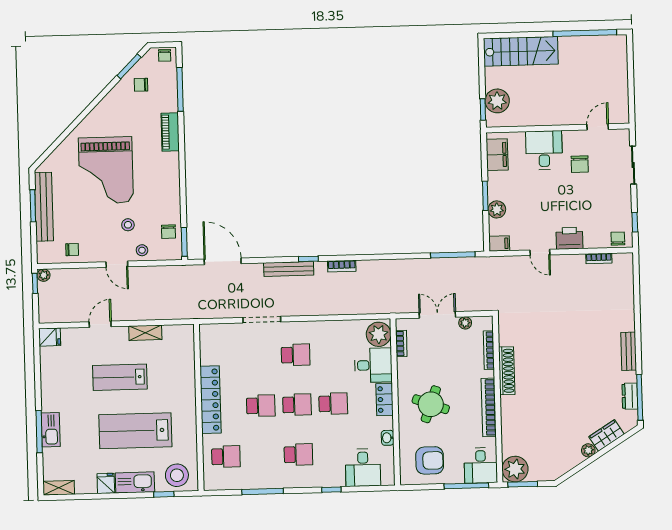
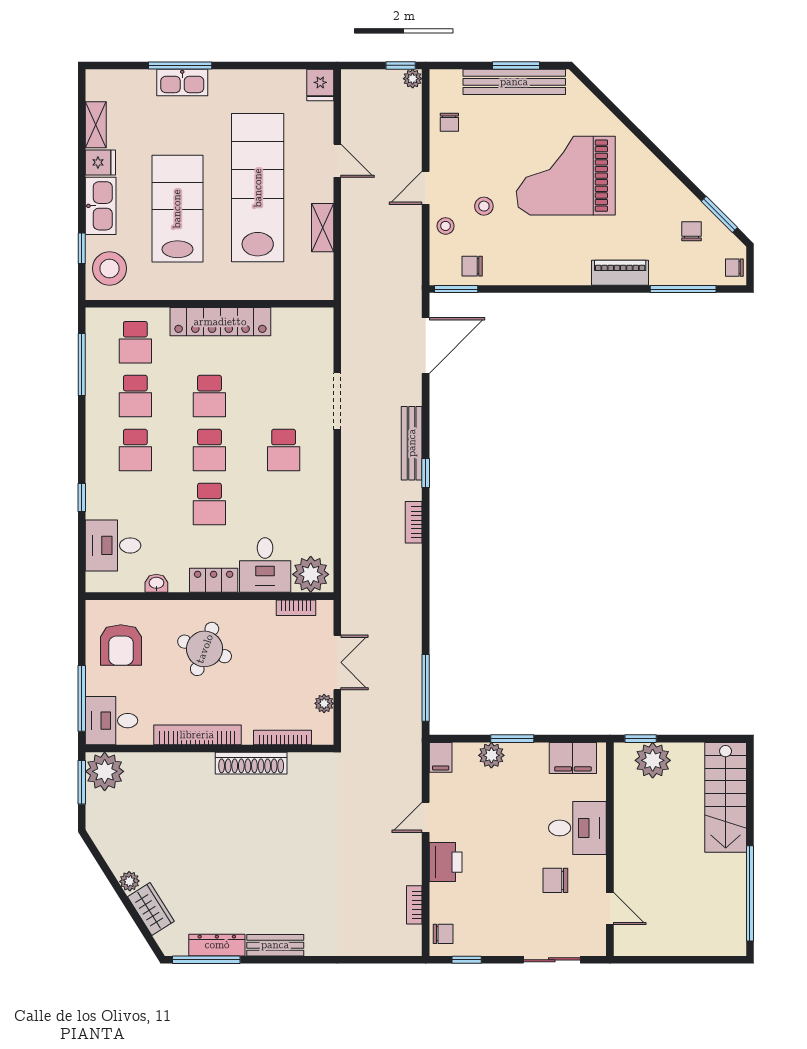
lab bench: (120, 377) -> (258, 188), width x1.86, depth x1.39
dresser: (630, 396) -> (217, 945), width x1.44
school desk: (262, 455) -> (135, 396), added
shelving: (59, 488) -> (96, 125), moved
window: (263, 492) -> (82, 364), moved

